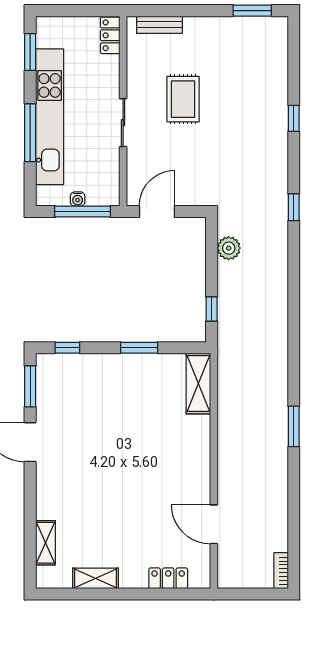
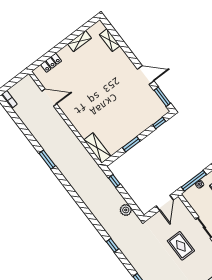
rug: (183, 99) -> (181, 246), moved

